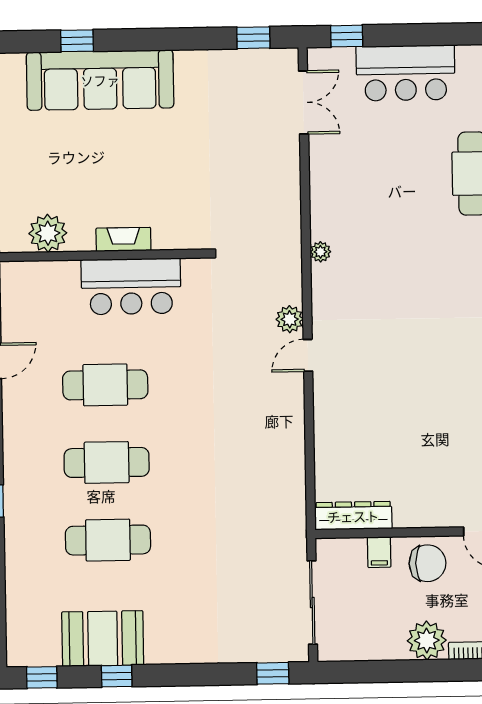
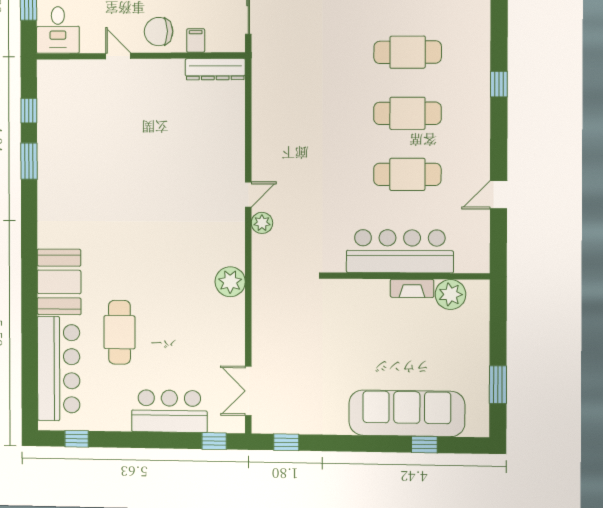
fireplace: (123, 239) -> (412, 288), moved
plant: (320, 252) -> (230, 282), width x1.88, depth x1.88
bar counter: (131, 286) -> (400, 251), width x1.36

